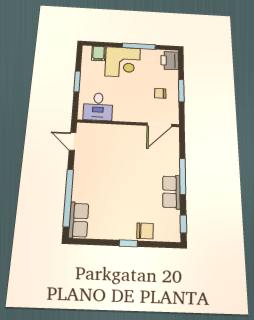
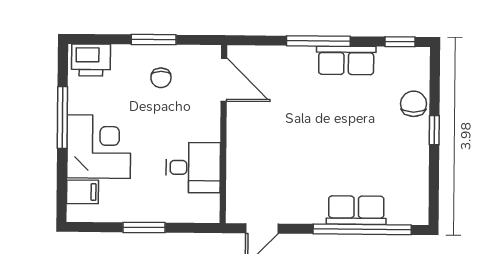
desk: (98, 107) -> (193, 167), moved
row of seats: (79, 220) -> (356, 210), moved

